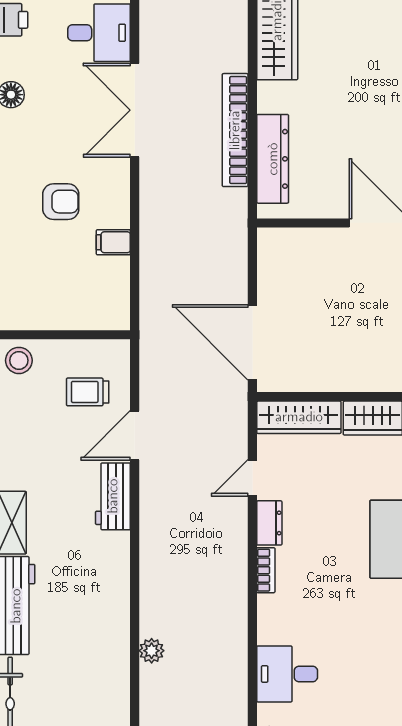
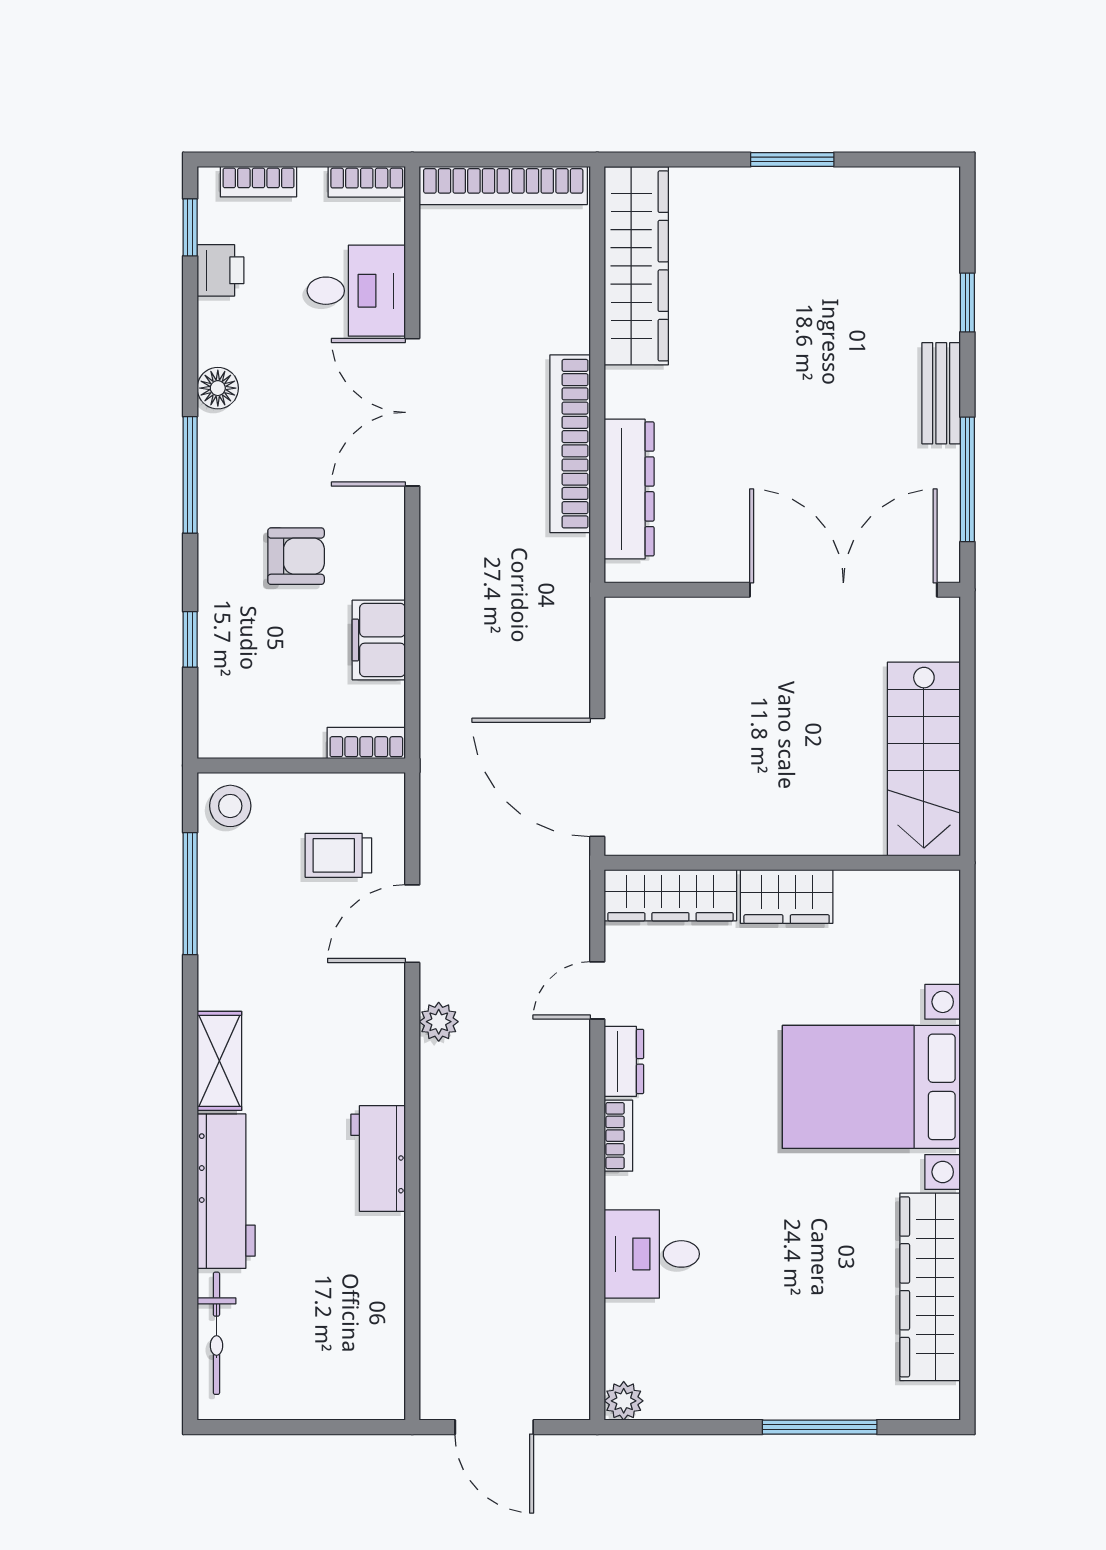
filing cabinet: (113, 242) -> (379, 640), width x2.00
bookcase: (105, 320) -> (366, 743), added
workbench: (113, 496) -> (378, 1158), moved
plant: (152, 651) -> (439, 1022), moved
desk: (287, 674) -> (652, 1254), moved

